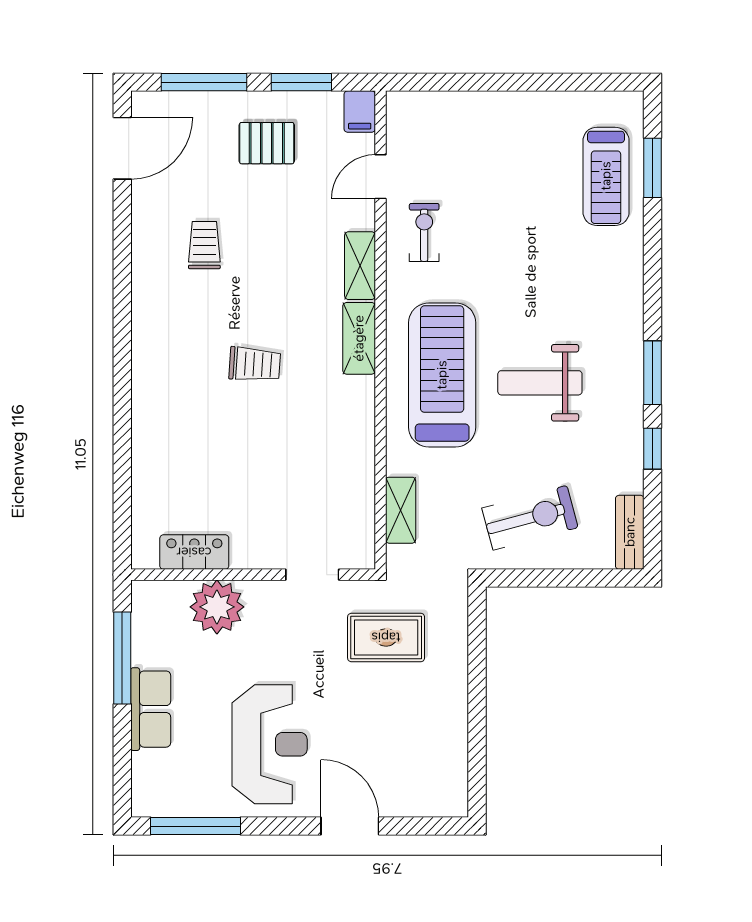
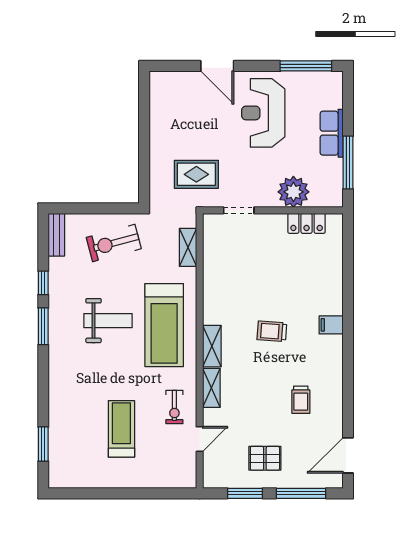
filing cabinet: (360, 112) -> (331, 325), moved, turned -90
treadmill: (606, 176) -> (121, 429), moved

